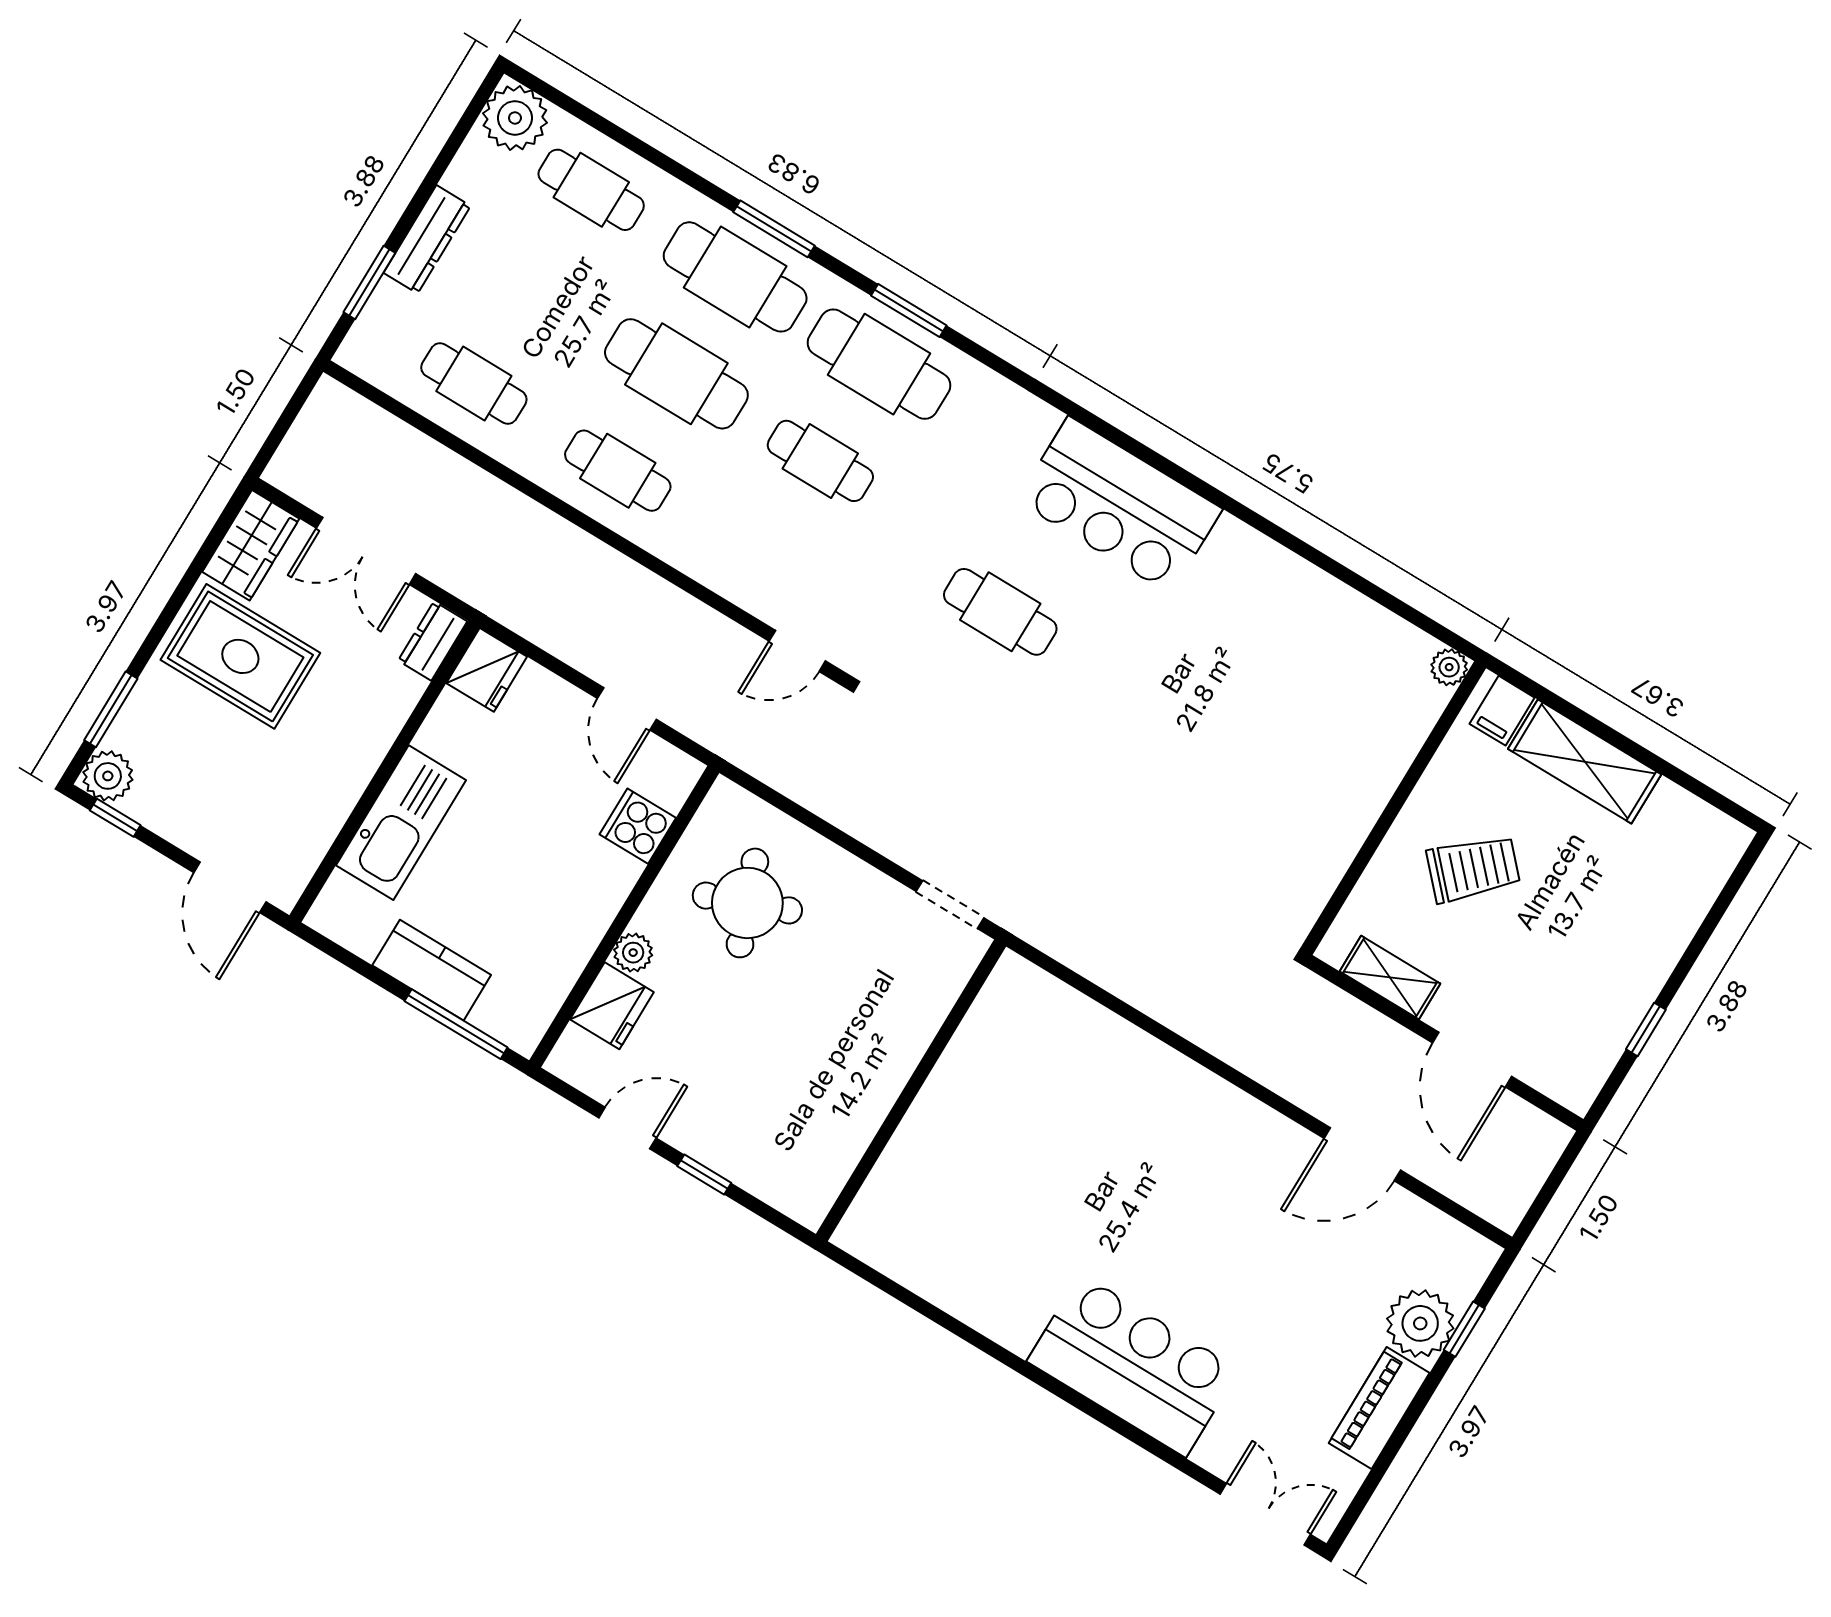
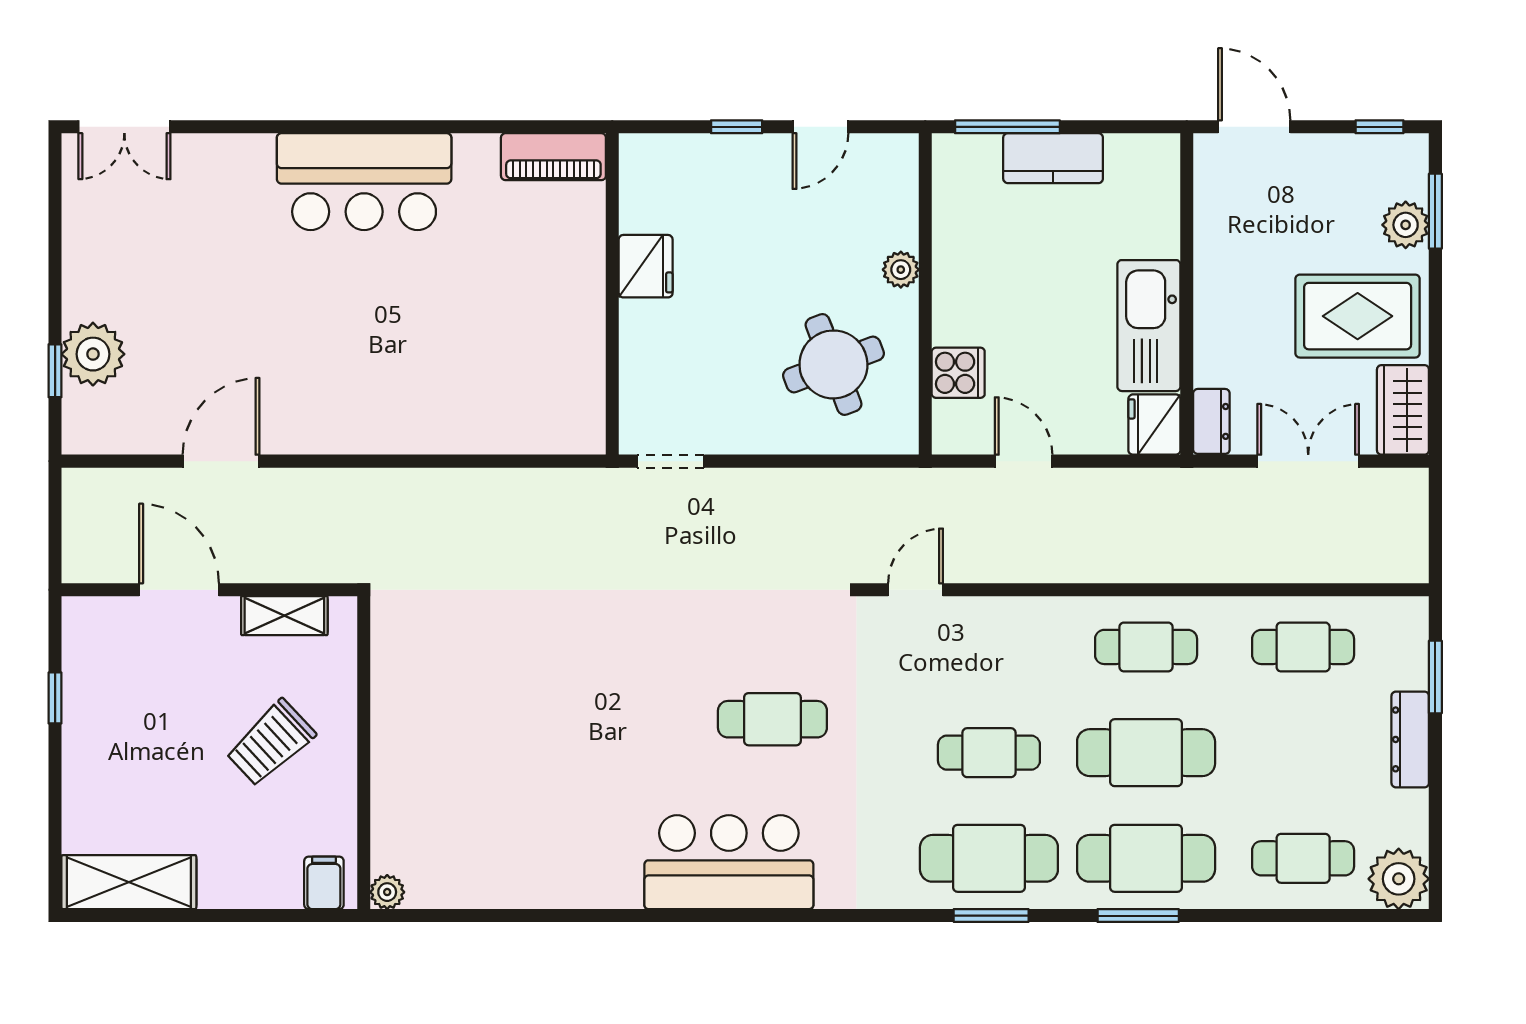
shelving: (1585, 762) -> (129, 882), moved
plant: (108, 776) -> (1406, 225), moved
kitchen sink: (401, 823) -> (1149, 326), moved
fridge: (612, 1006) -> (646, 266), moved, turned 180
bar counter: (1133, 1365) -> (364, 182), moved
piano: (1379, 1408) -> (553, 157), moved, turned 90

